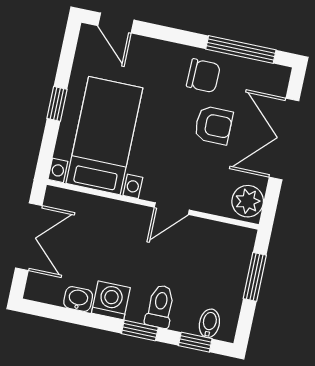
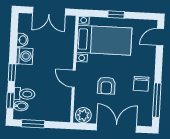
armchair: (213, 125) -> (106, 86), moved
window: (255, 277) -> (33, 124), moved
toilet: (160, 306) -> (24, 94), moved

